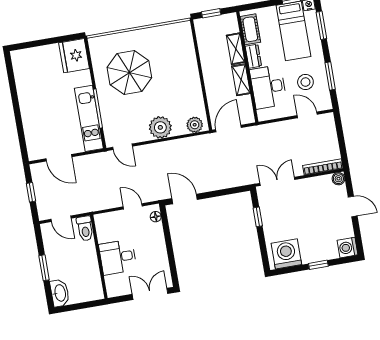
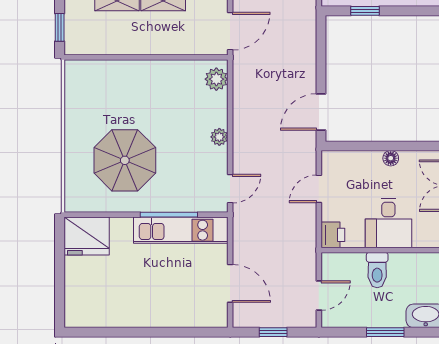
plant: (160, 127) -> (219, 137), width x0.53, depth x0.53
door: (228, 128) -> (230, 31), swing flipped
door: (59, 158) -> (230, 283), hinge flipped
floor lamp: (156, 217) -> (391, 158), moved
printer: (103, 221) -> (333, 235), added
toilet: (85, 228) -> (377, 270), moved, turned 90

